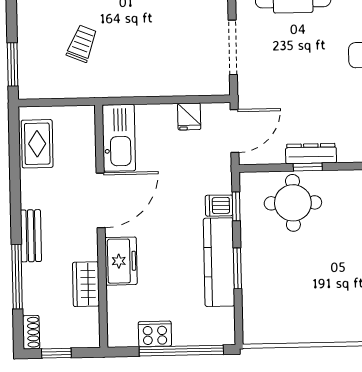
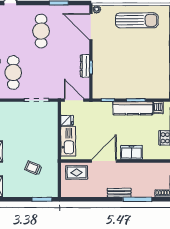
kitchen sink: (119, 138) -> (68, 141), moved, turned 90
rug: (37, 144) -> (77, 172), moved
door: (101, 200) -> (104, 161), hinge flipped
round table: (293, 203) -> (107, 74), removed
dishwasher: (219, 206) -> (158, 108), moved
wardrobe: (86, 284) -> (142, 168), removed

